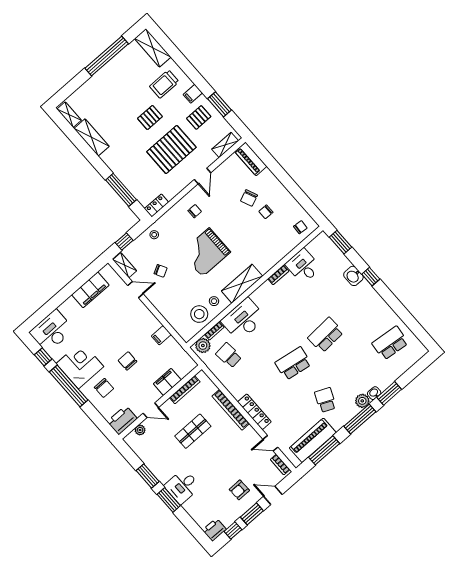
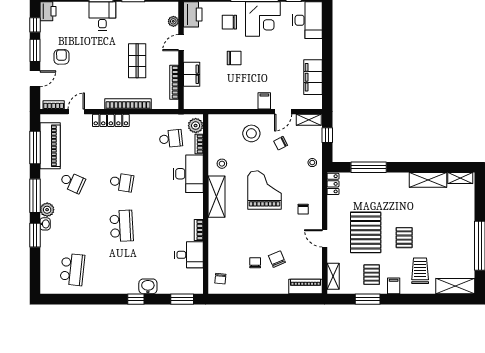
stool: (199, 314) -> (251, 133), moved
filing cabinet: (161, 335) -> (264, 101), moved
school desk: (293, 363) -> (122, 182), width x0.54

